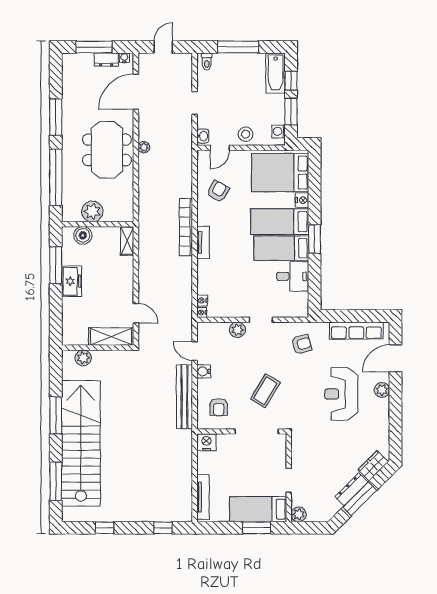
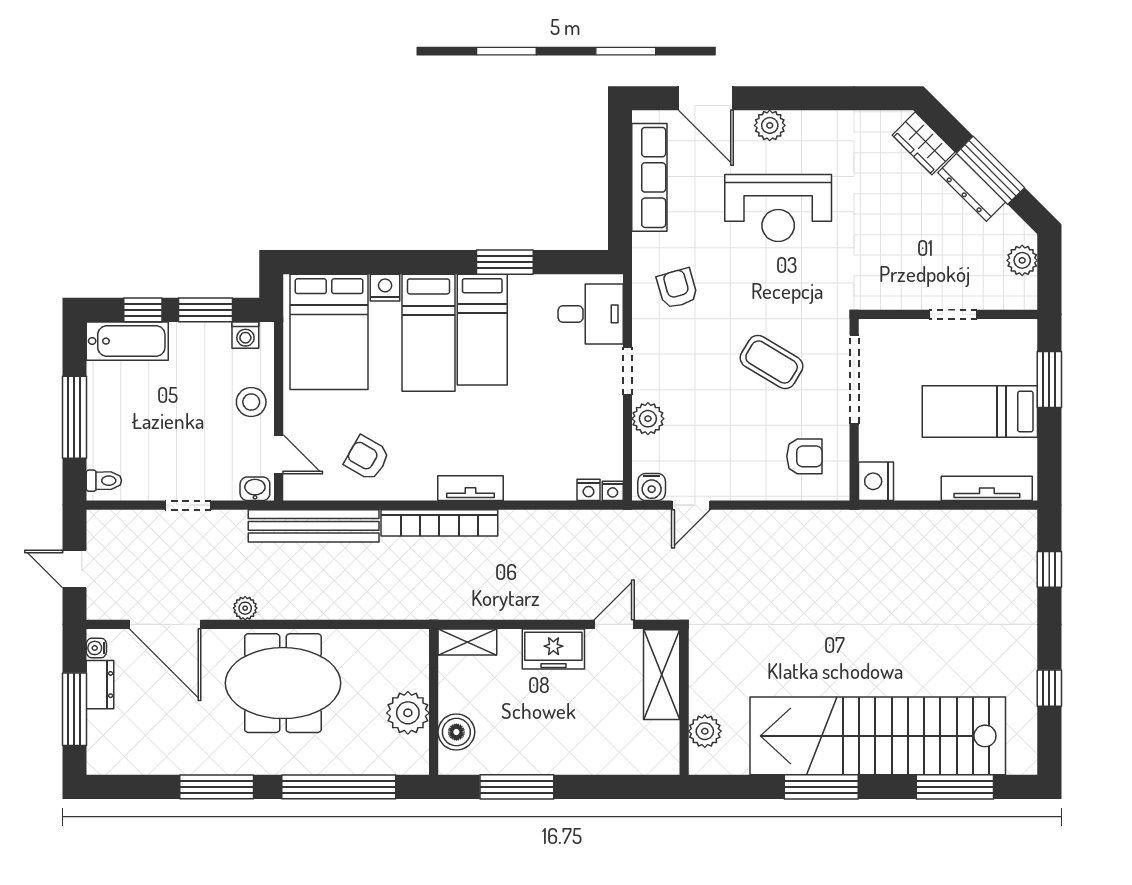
plant: (144, 147) -> (245, 608), moved
window: (315, 239) -> (505, 262), moved
desk: (293, 276) -> (591, 314), moved, turned 90
freezer: (72, 281) -> (553, 649), moved, turned 180
water cooler: (204, 371) -> (652, 487), moved
bench: (184, 397) -> (314, 526), moved
bed: (258, 509) -> (980, 412), moved, turned 90
plant: (299, 514) -> (1022, 260), moved

